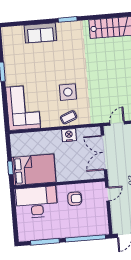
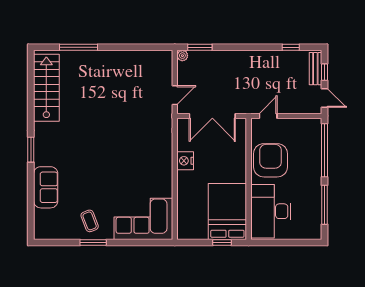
side table: (68, 92) -> (128, 157), removed
coffee table: (69, 117) -> (90, 221), moved
door: (117, 123) -> (175, 95), swing flipped
door: (108, 194) -> (268, 116), hinge flipped
armchair: (75, 199) -> (271, 160), width x1.88, depth x1.88

